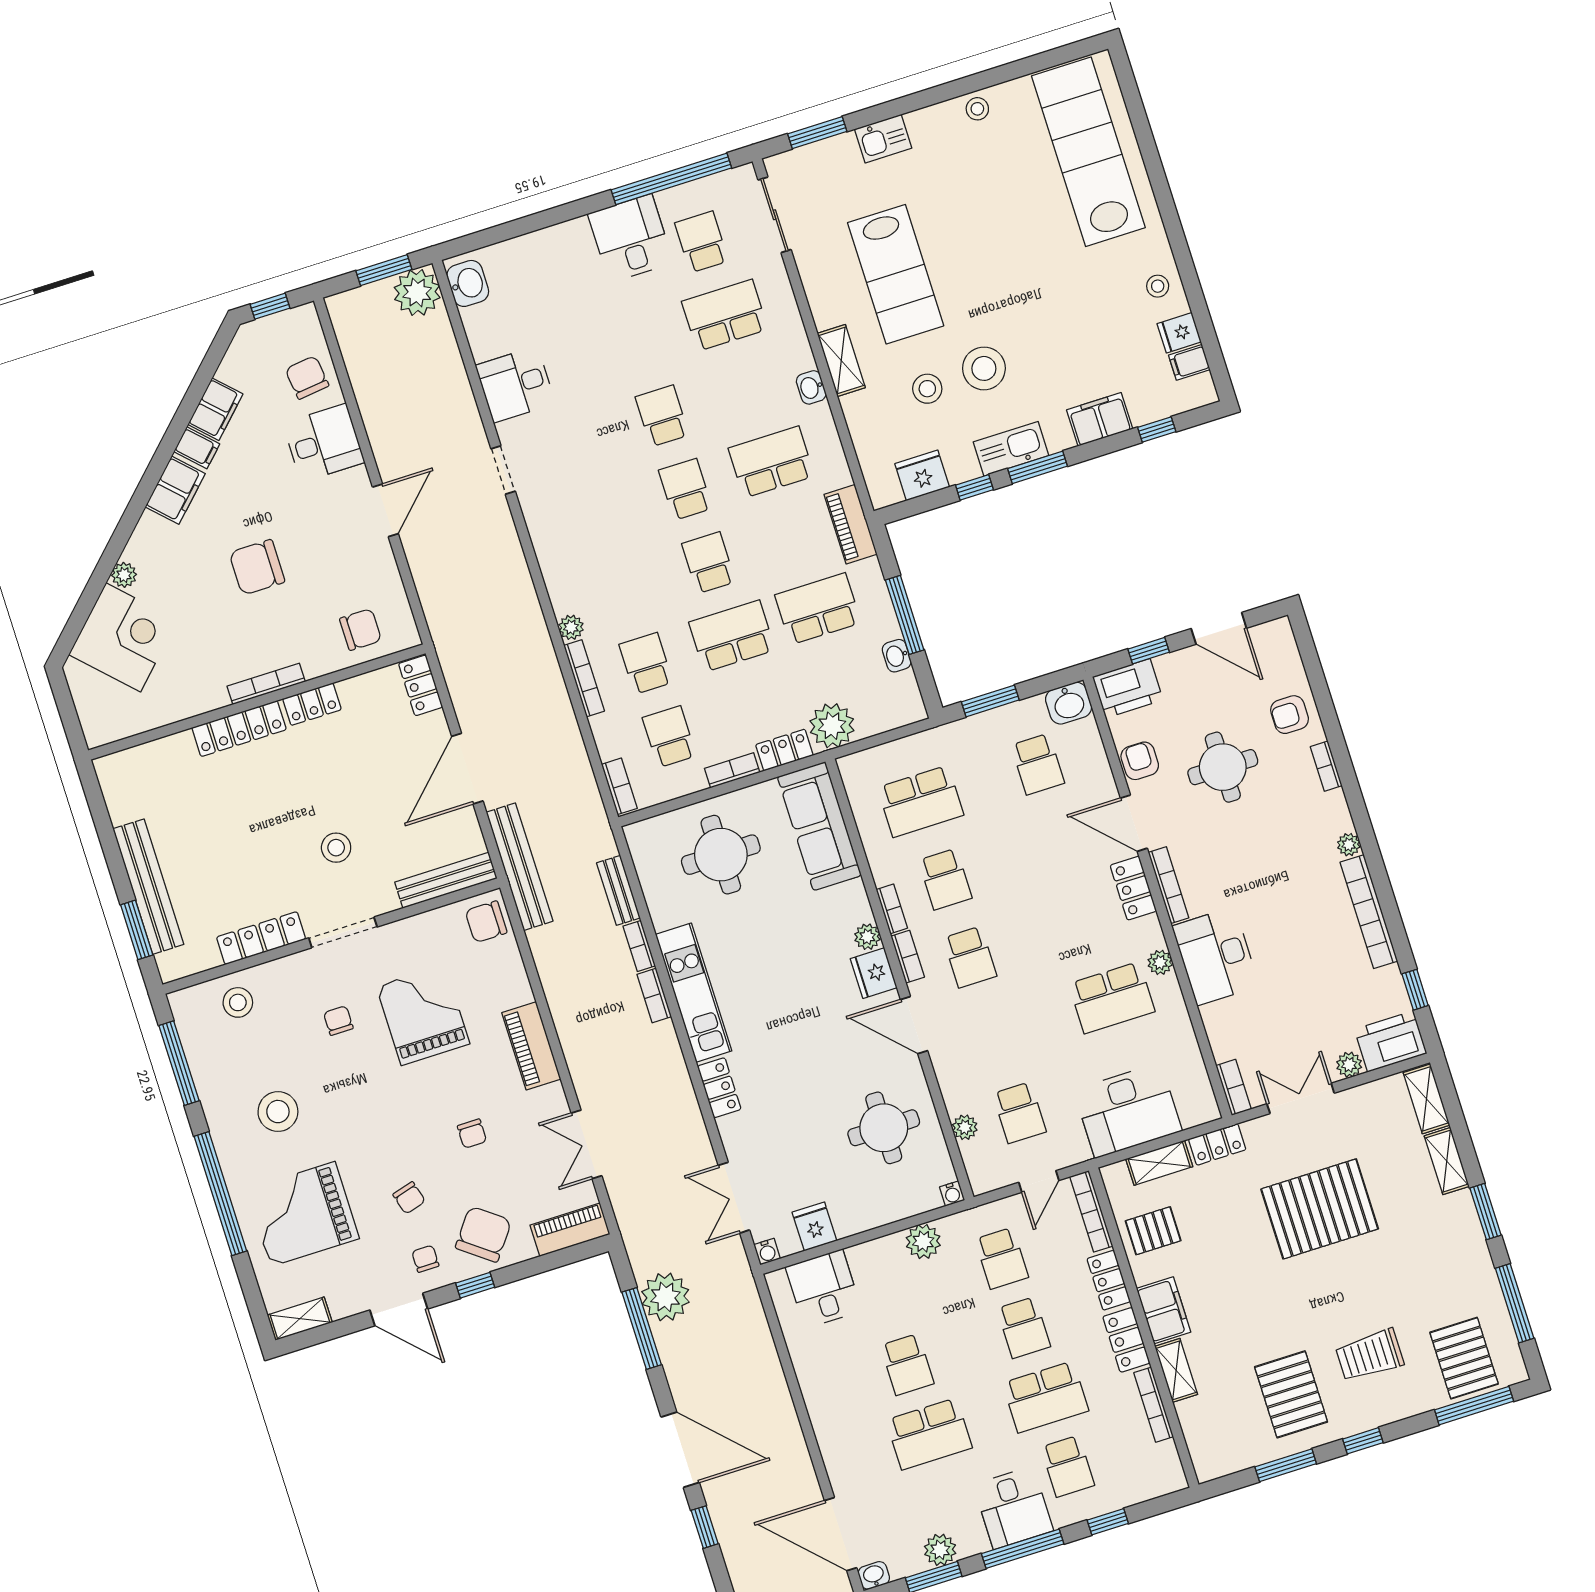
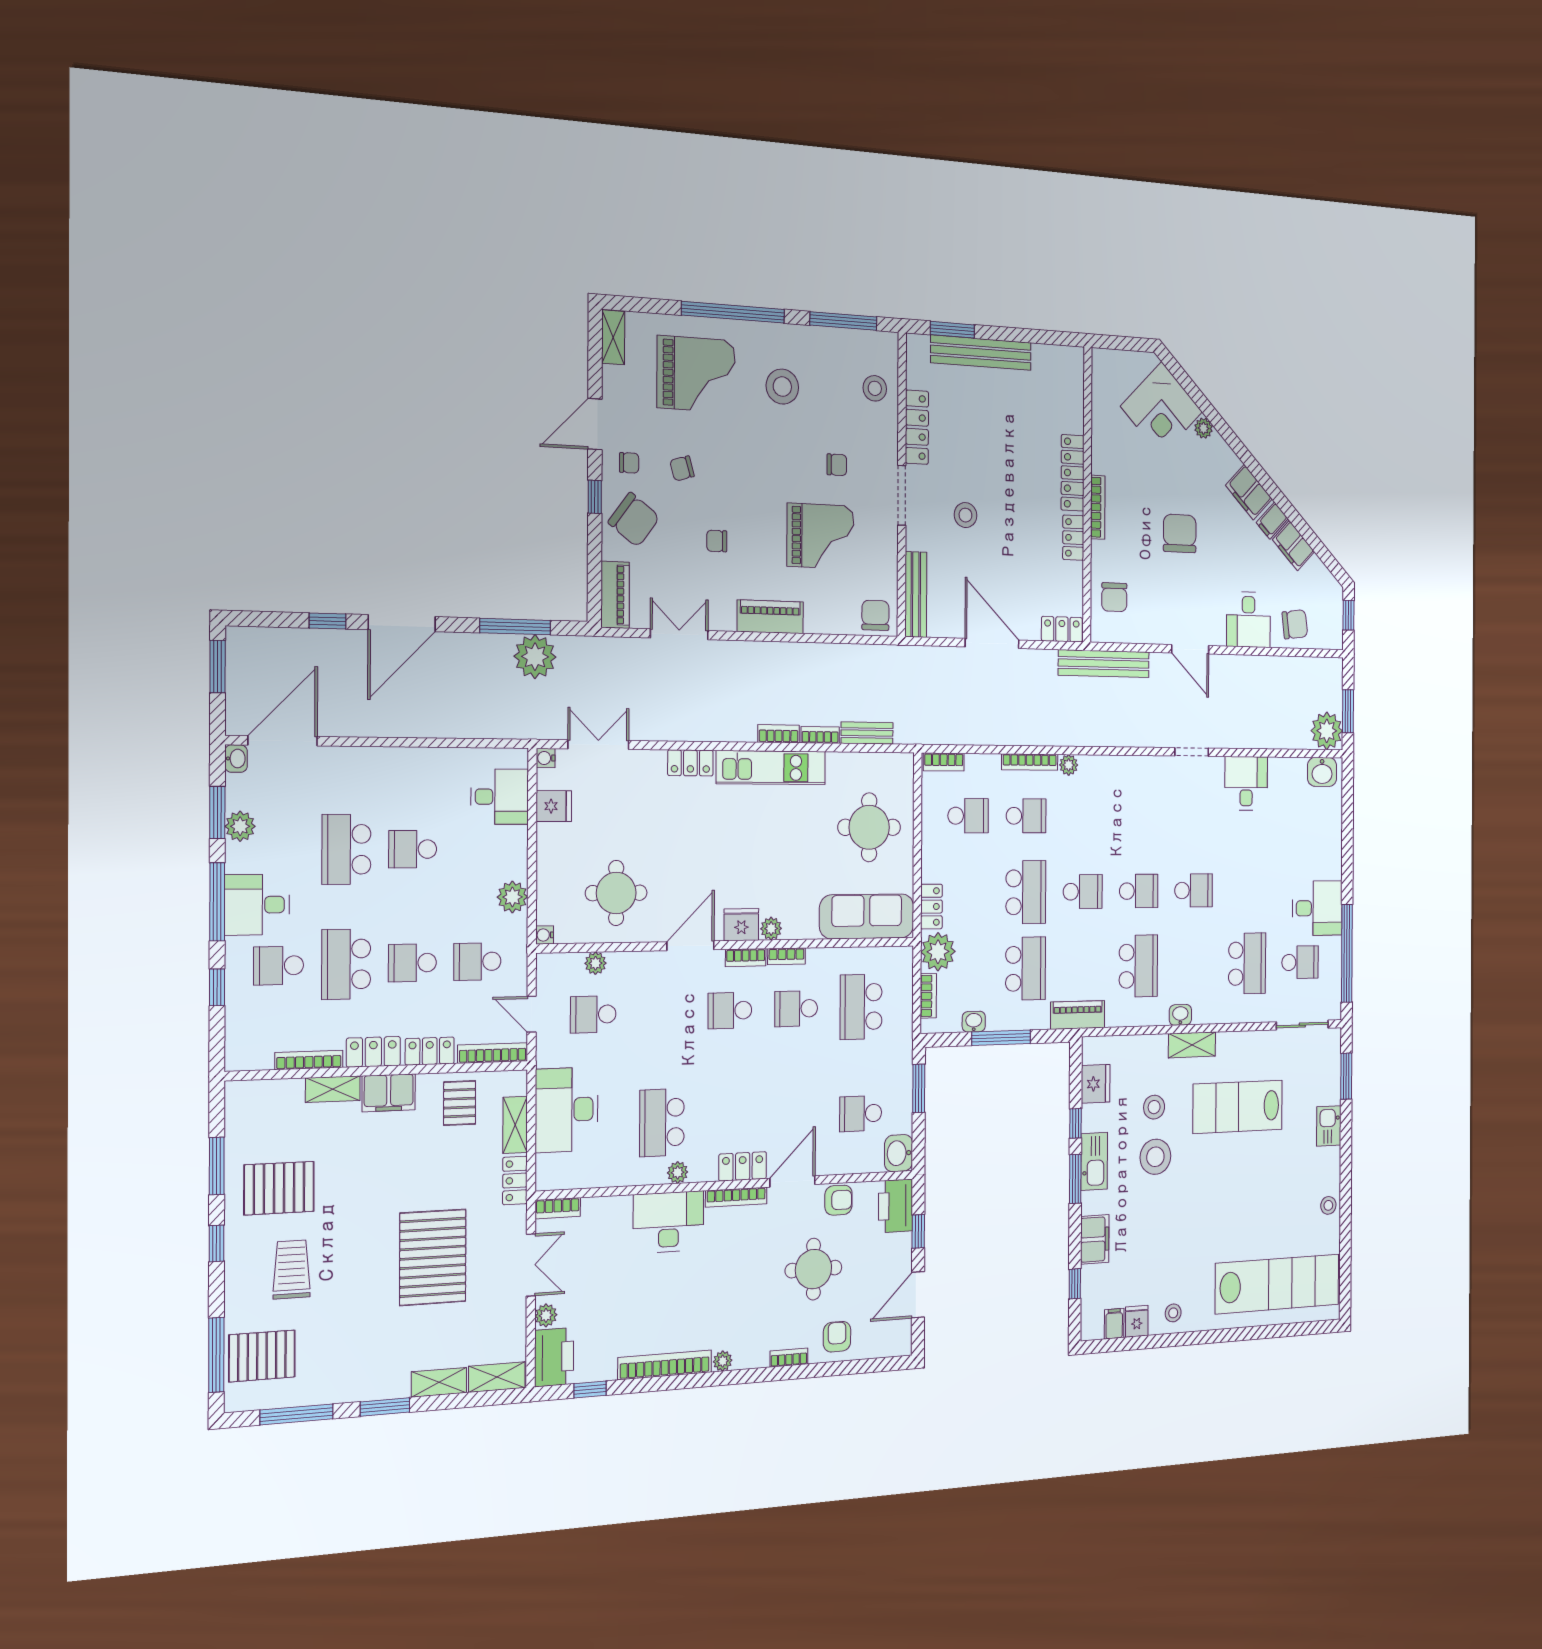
bookcase: (732, 770) -> (928, 996), moved
bench: (520, 867) -> (1104, 664), moved
grand piano: (303, 1214) -> (696, 374), turned 90

